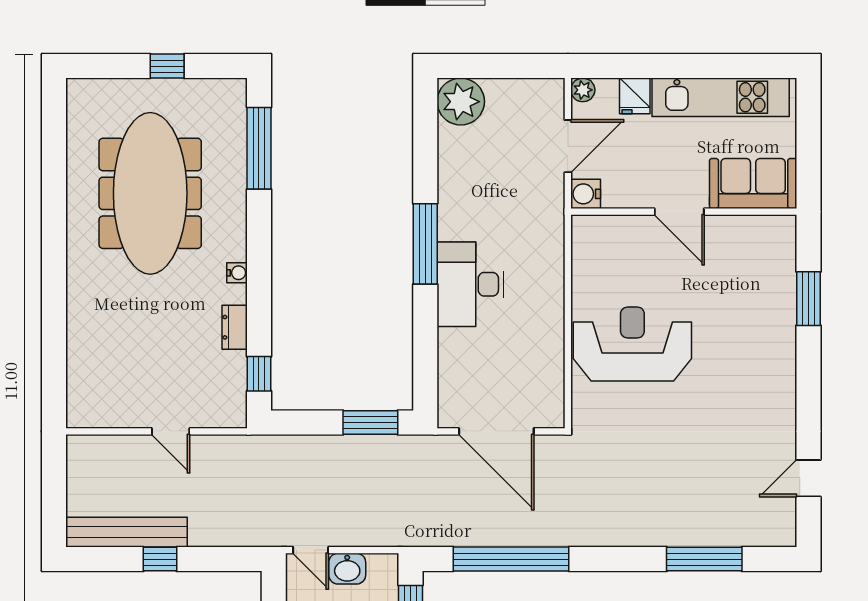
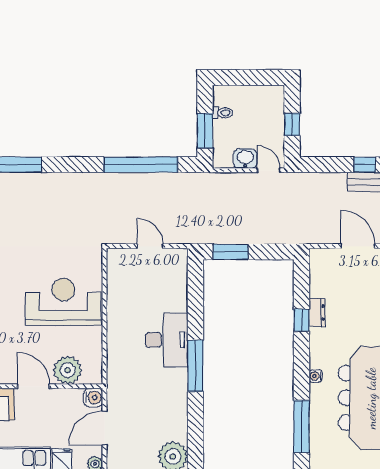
plant: (626, 237) -> (68, 370), added
water cooler: (237, 273) -> (316, 376), moved
reception desk: (632, 344) -> (63, 302), turned 180
window: (259, 374) -> (301, 320), moved
door: (171, 431) -> (358, 246), width x1.38
door: (496, 431) -> (150, 246), width x0.53

